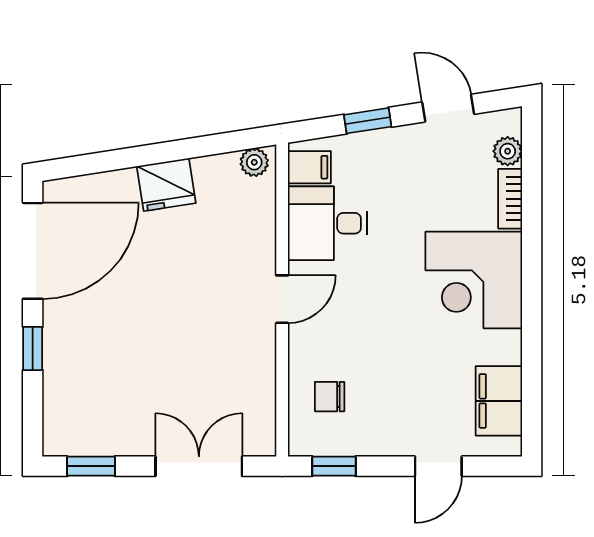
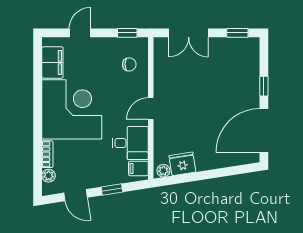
fridge: (166, 185) -> (182, 164), moved
corner desk: (474, 280) -> (72, 109), width x1.36, depth x1.36

